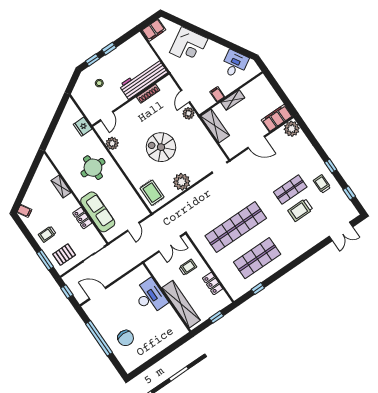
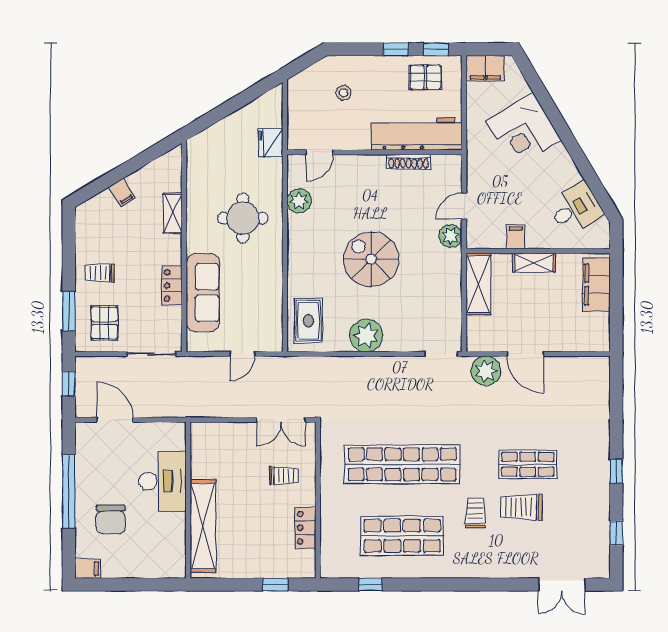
pallet: (130, 52) -> (425, 77), added
window: (92, 60) -> (436, 49), moved
filing cabinet: (277, 118) -> (596, 285), moved, turned -90
plant: (292, 129) -> (486, 371), moved
trolley: (322, 184) -> (475, 513), moved
filing cabinet: (24, 211) -> (122, 192), moved
pallet: (64, 255) -> (104, 323), turned 90
desk: (150, 297) -> (163, 481), moved
wall: (167, 297) -> (188, 500), moved
shelving: (181, 304) -> (203, 526), moved
filing cabinet: (130, 366) -> (88, 569), added

